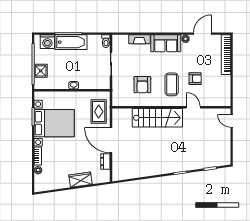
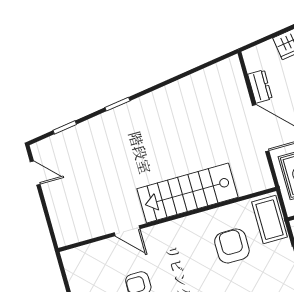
coffee table: (172, 84) -> (269, 220), moved
door: (232, 121) -> (35, 173), moved

